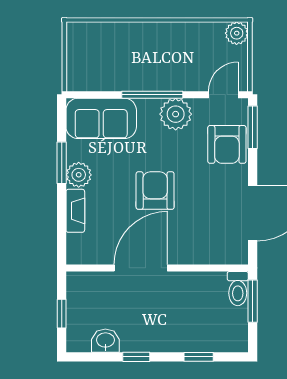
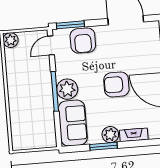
door: (223, 95) -> (51, 45), hinge flipped
plant: (176, 114) -> (67, 89), moved
armchair: (227, 144) -> (83, 41), turned 90

